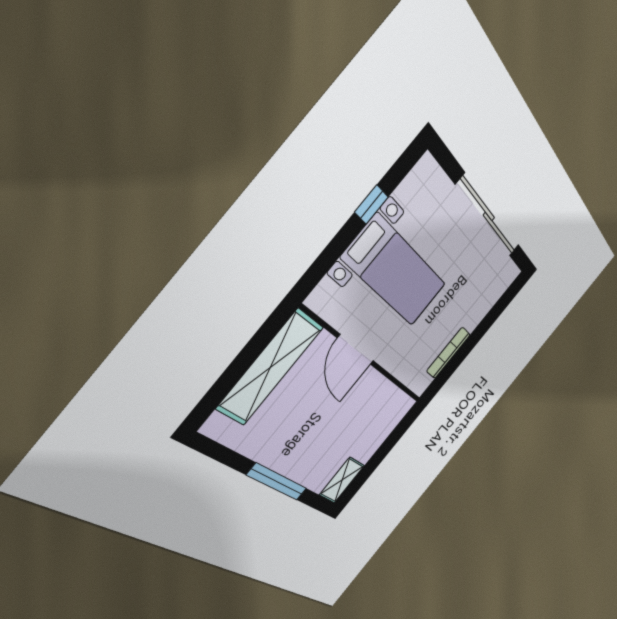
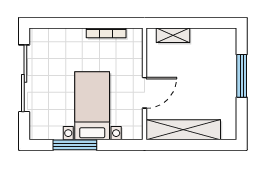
window: (371, 205) -> (75, 145), width x2.17
shelving: (342, 480) -> (173, 35), moved

